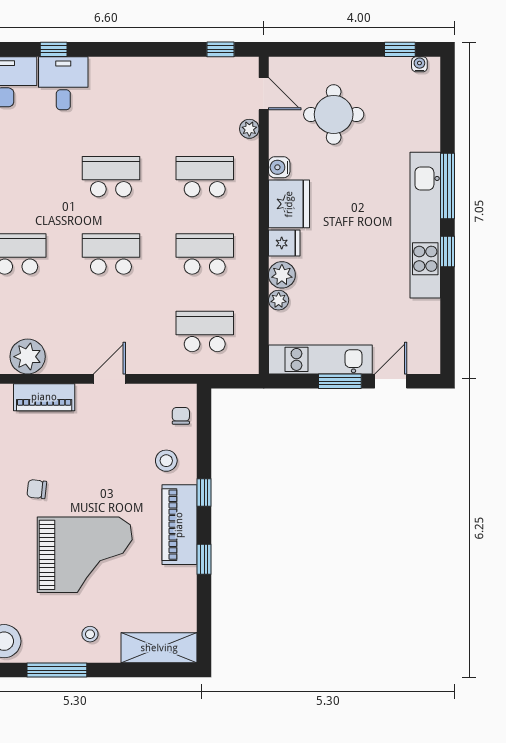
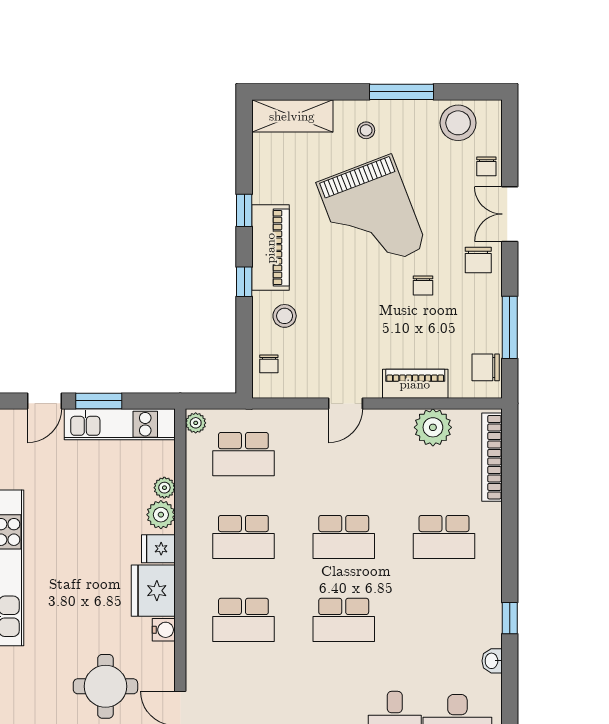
plant: (249, 129) -> (196, 423), moved
chair: (37, 489) -> (423, 285), turned 84
grand piano: (85, 555) -> (372, 215), turned -111

